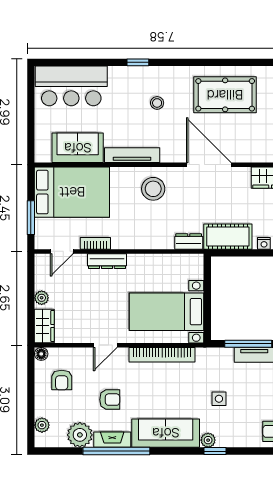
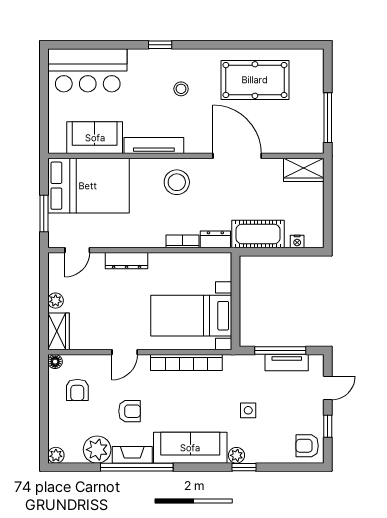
bookcase: (95, 243) -> (182, 241), moved
plant: (42, 425) -> (56, 455), moved

